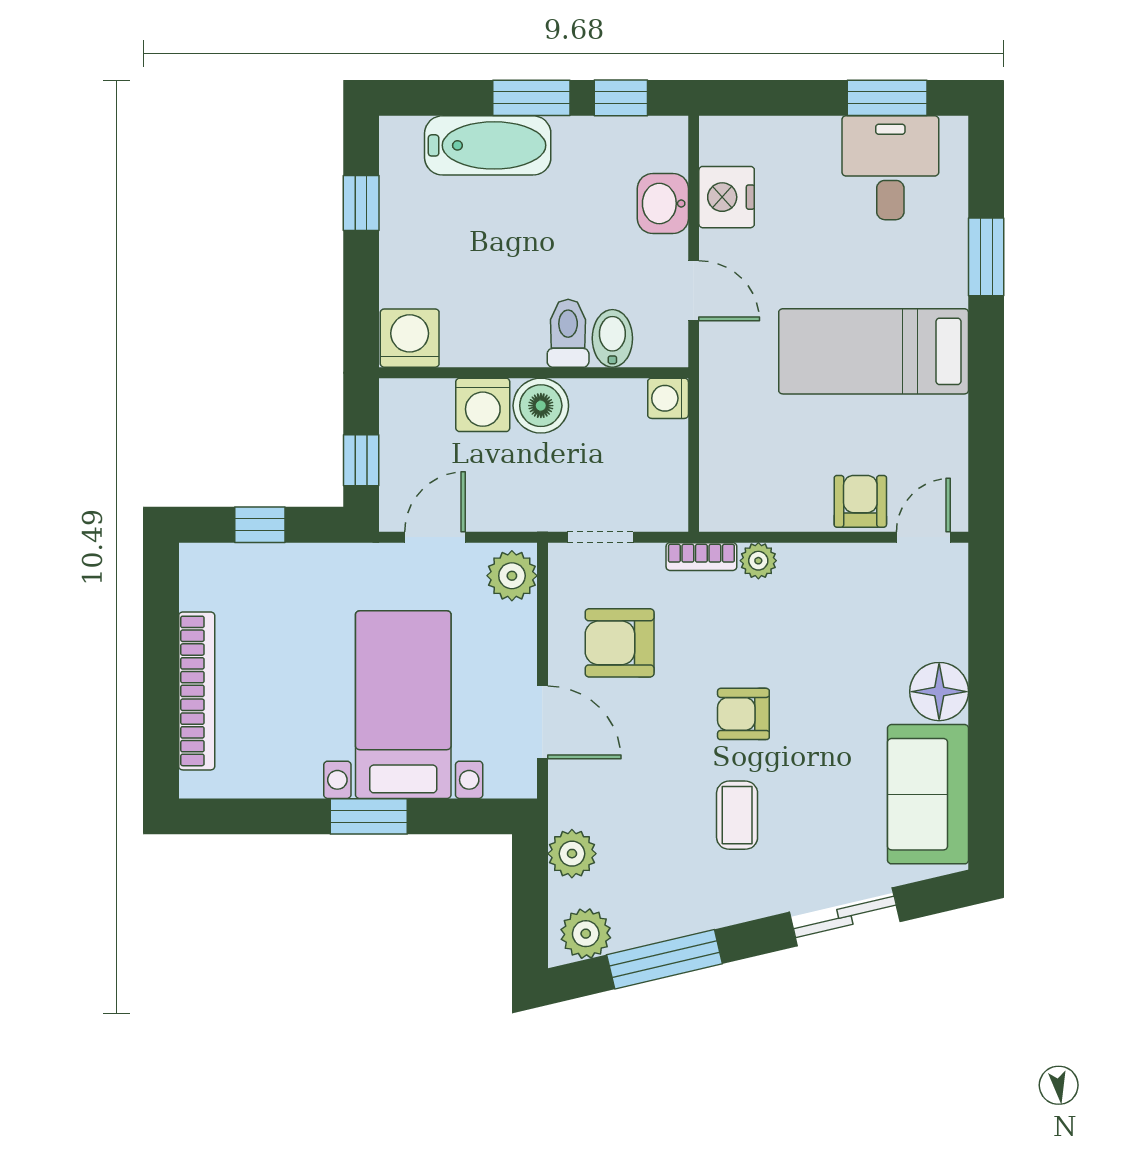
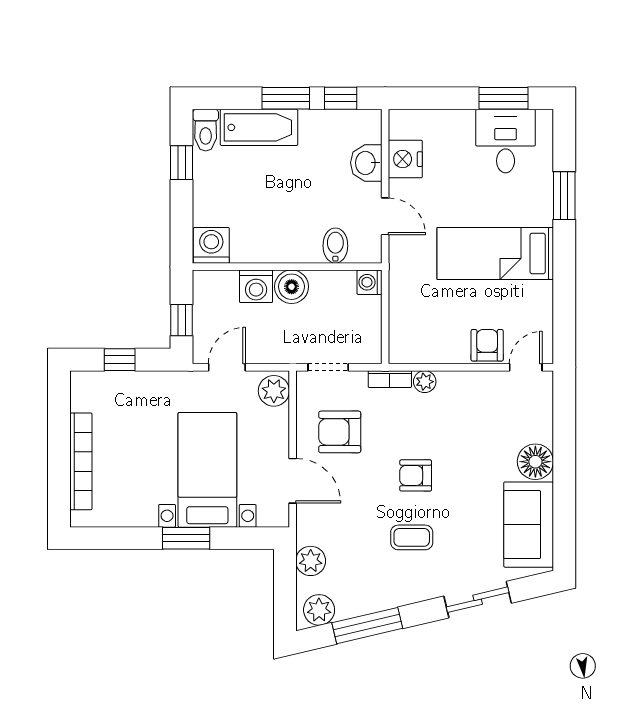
toilet: (568, 333) -> (206, 130), moved, turned 180
coffee table: (737, 815) -> (412, 537), turned 90

